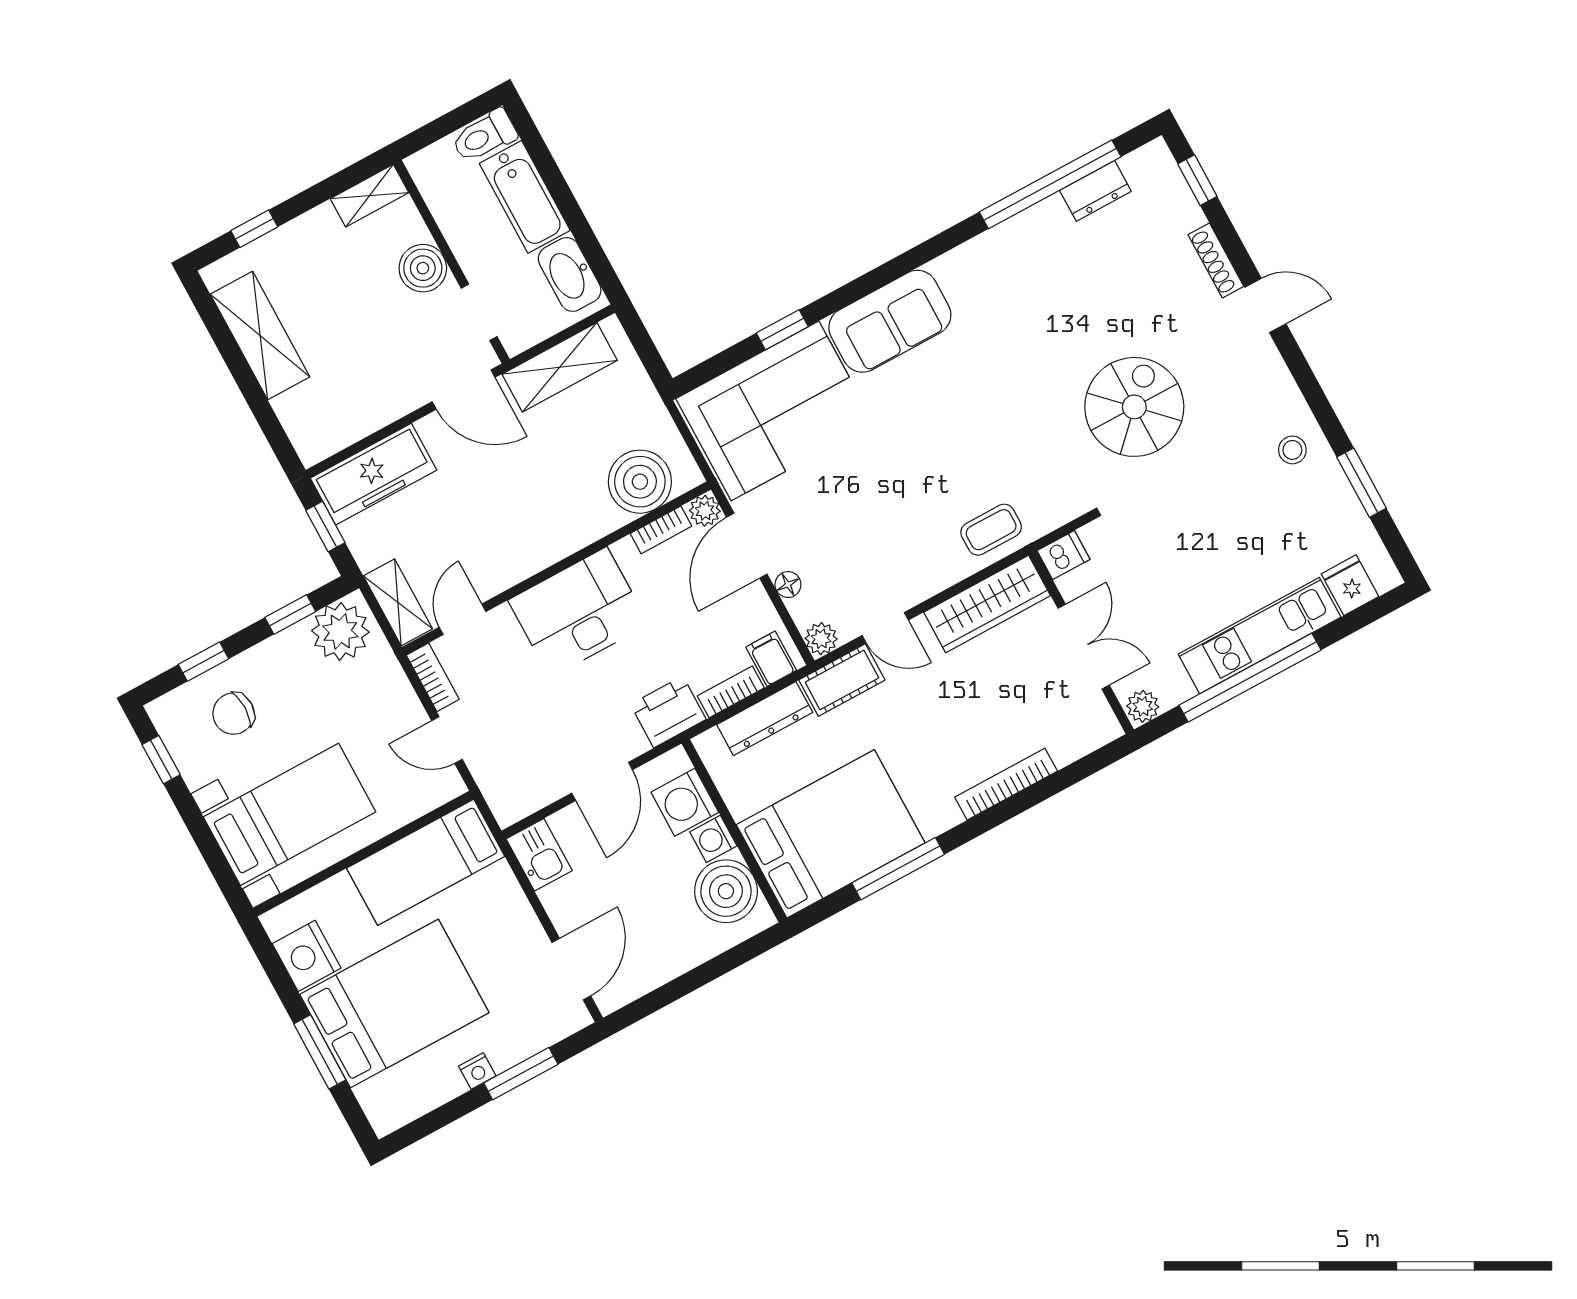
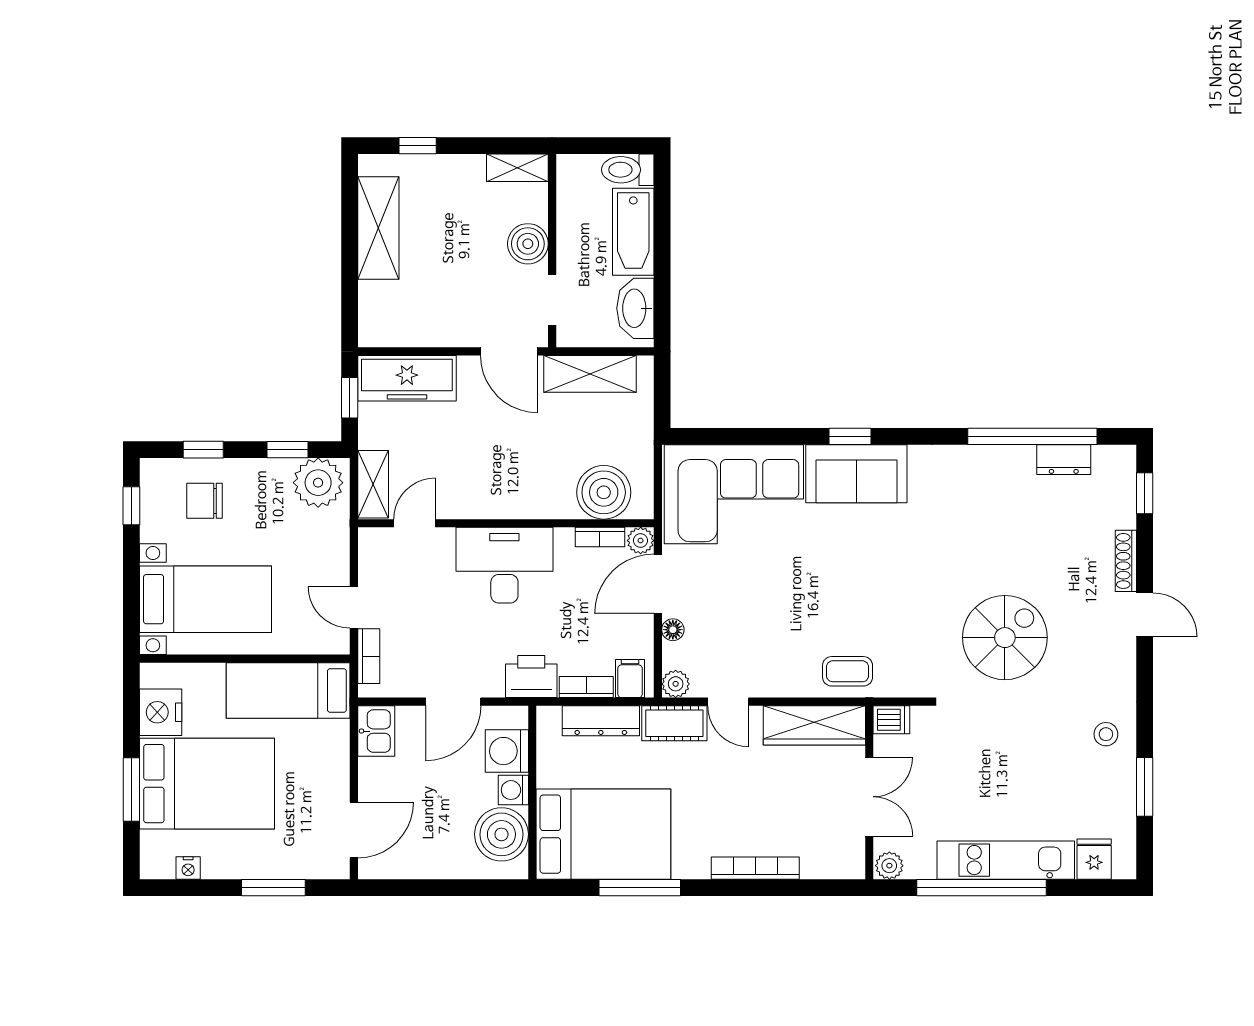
window: (782, 330) -> (850, 436), moved
bookcase: (433, 677) -> (369, 656), moved
nightstand: (477, 1071) -> (188, 868), moved

